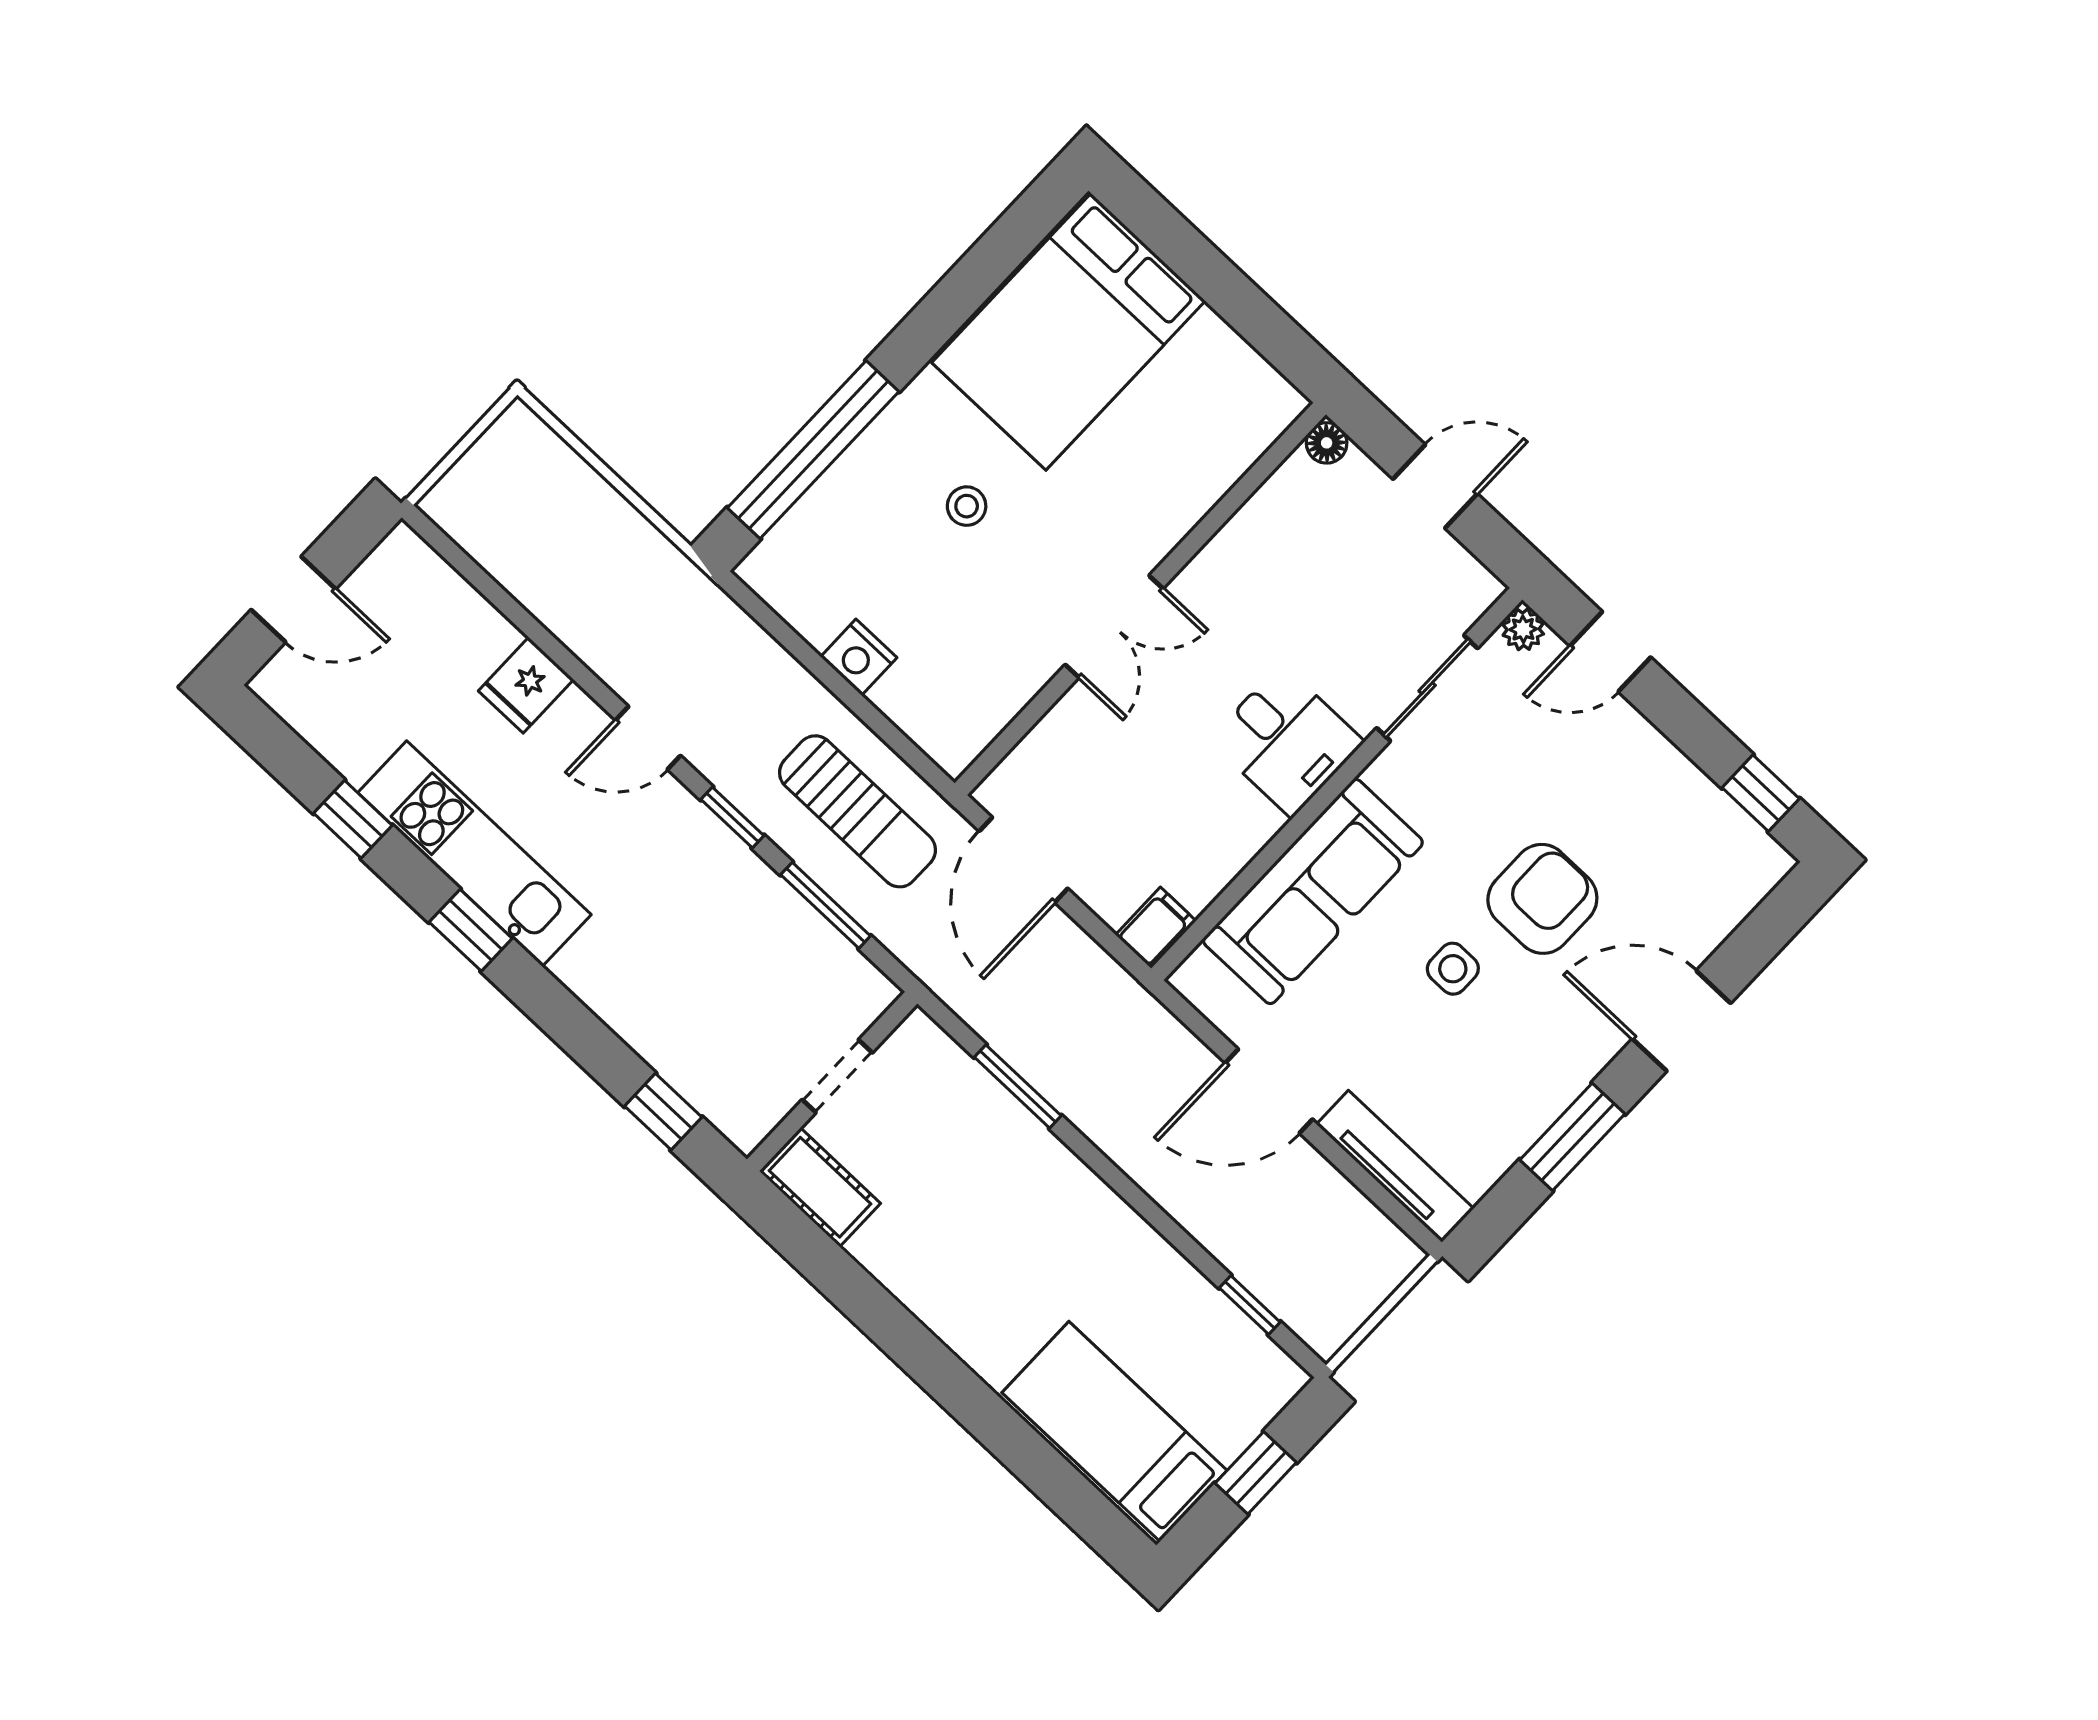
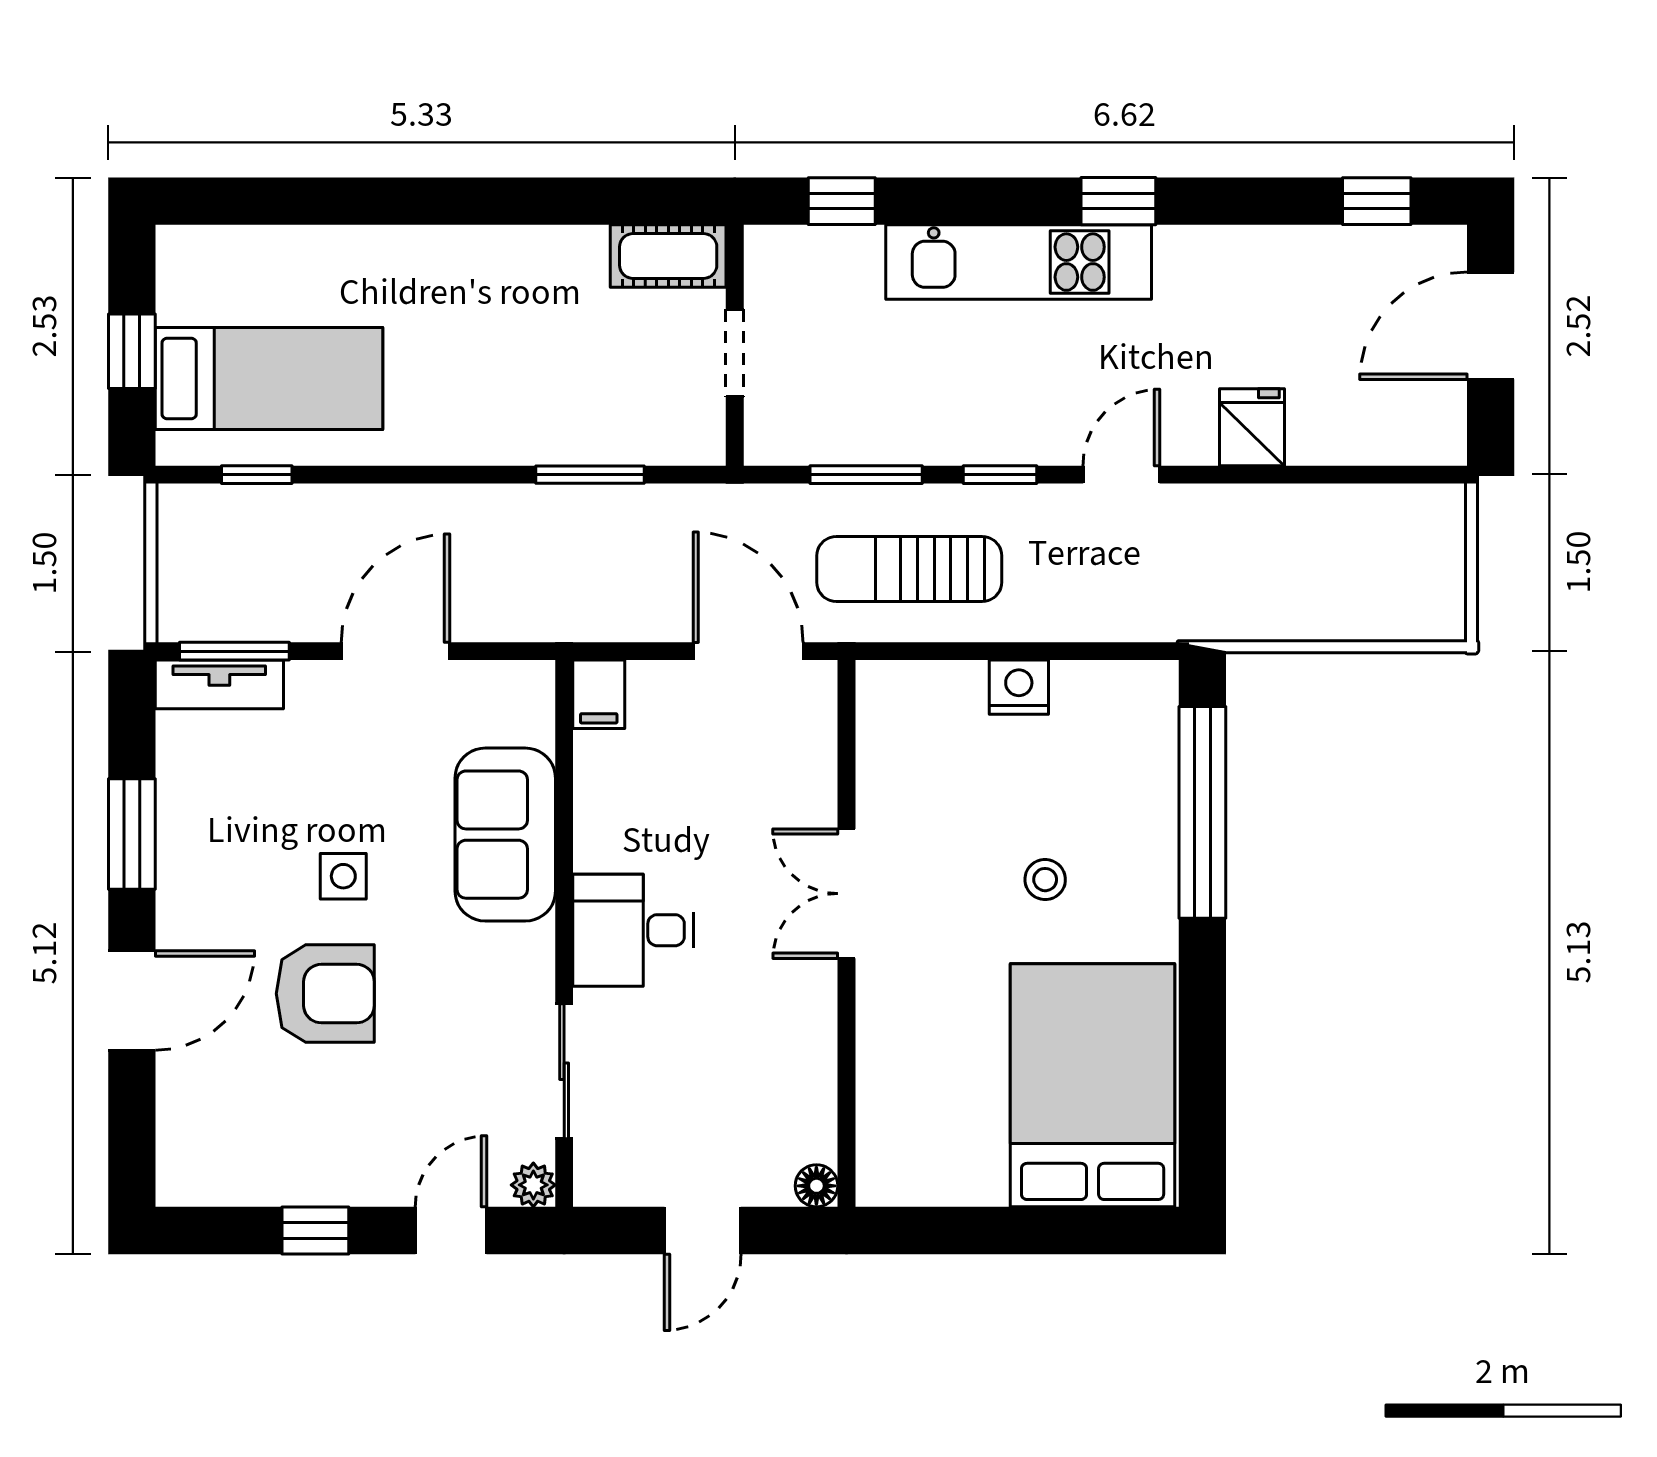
door: (293, 599) -> (1491, 326), width x1.38
window: (1761, 793) -> (315, 1231), moved
window: (353, 819) -> (1377, 201), moved
kitchen unit: (474, 854) -> (1019, 262), moved
sofa: (1313, 891) -> (505, 835), width x0.73
armchair: (1542, 899) -> (325, 994), turned -90
tv unit: (1395, 1166) -> (219, 684), width x0.71
window: (1381, 1197) -> (234, 651), added
bed: (1114, 1431) -> (269, 378), moved

